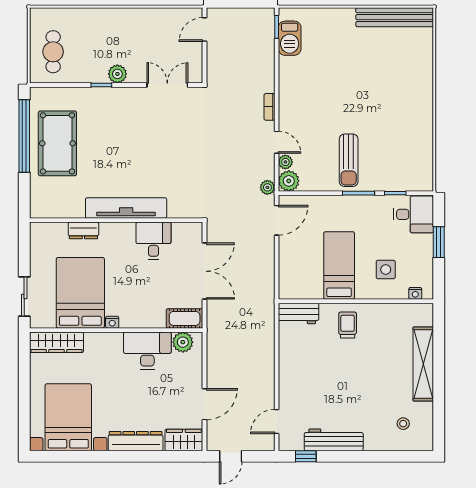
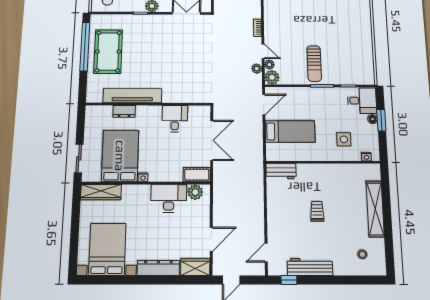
plant: (267, 187) -> (257, 69), moved
tv unit: (126, 208) -> (132, 96), moved
floor lamp: (427, 241) -> (373, 119), added
bed: (339, 266) -> (290, 131), moved, turned 90
trolley: (348, 325) -> (317, 211), moved

